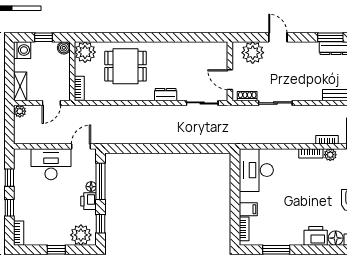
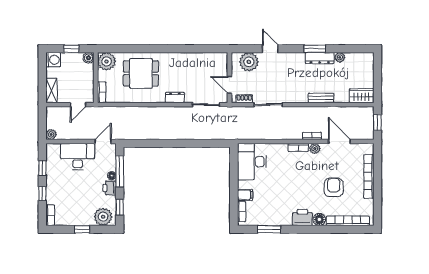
plant: (20, 111) -> (51, 134), moved

